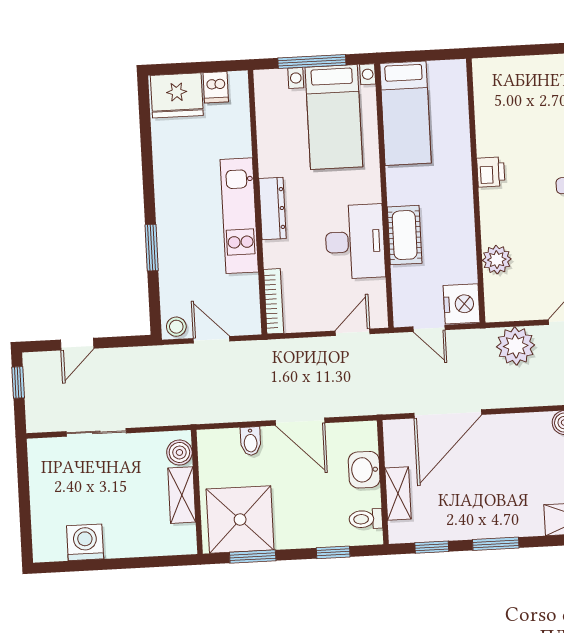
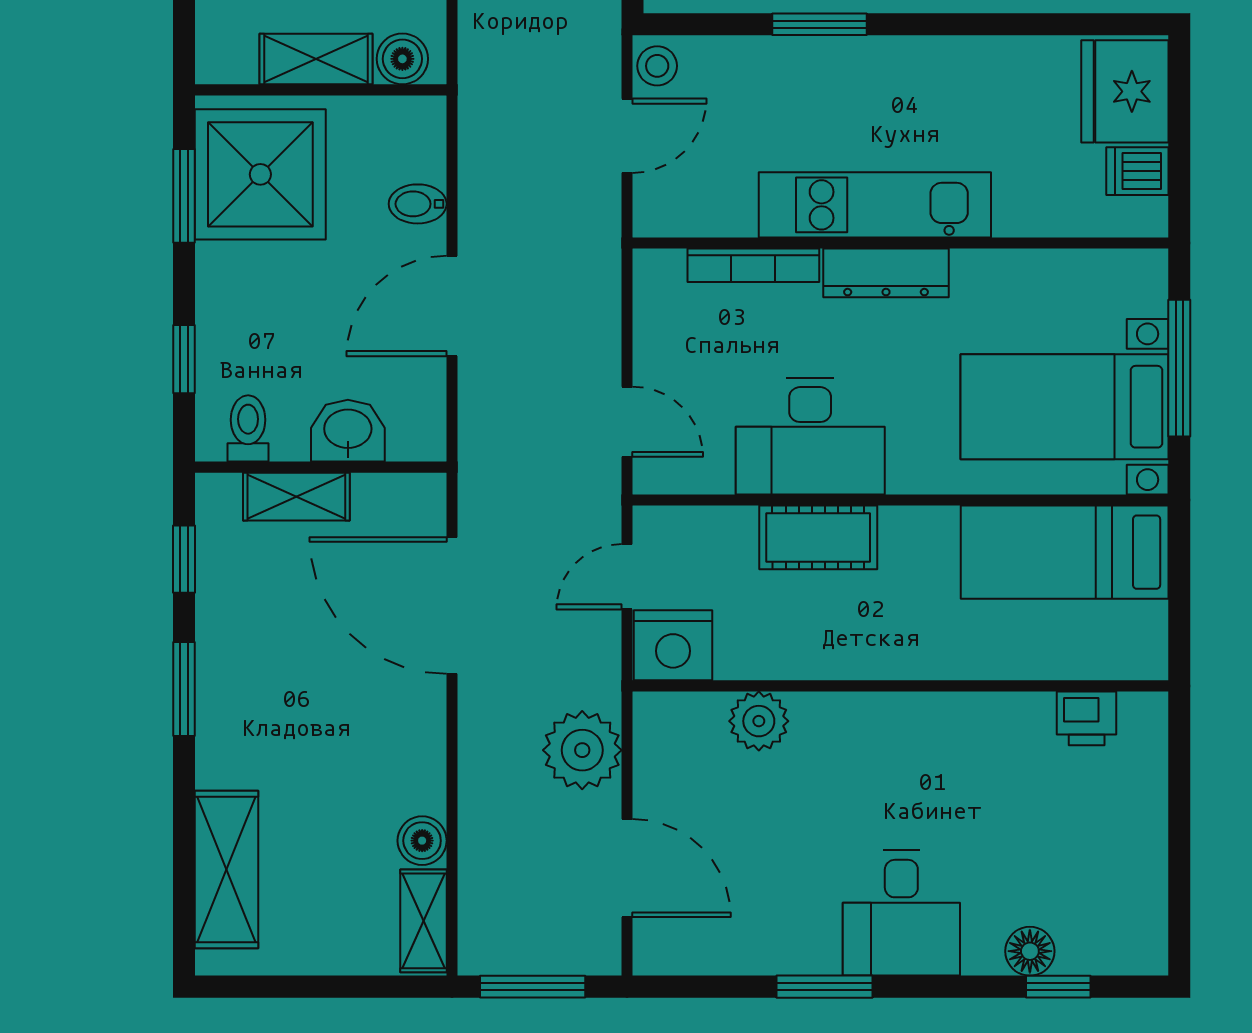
printer: (491, 172) -> (1087, 718), moved
bookcase: (274, 301) -> (753, 265), moved

